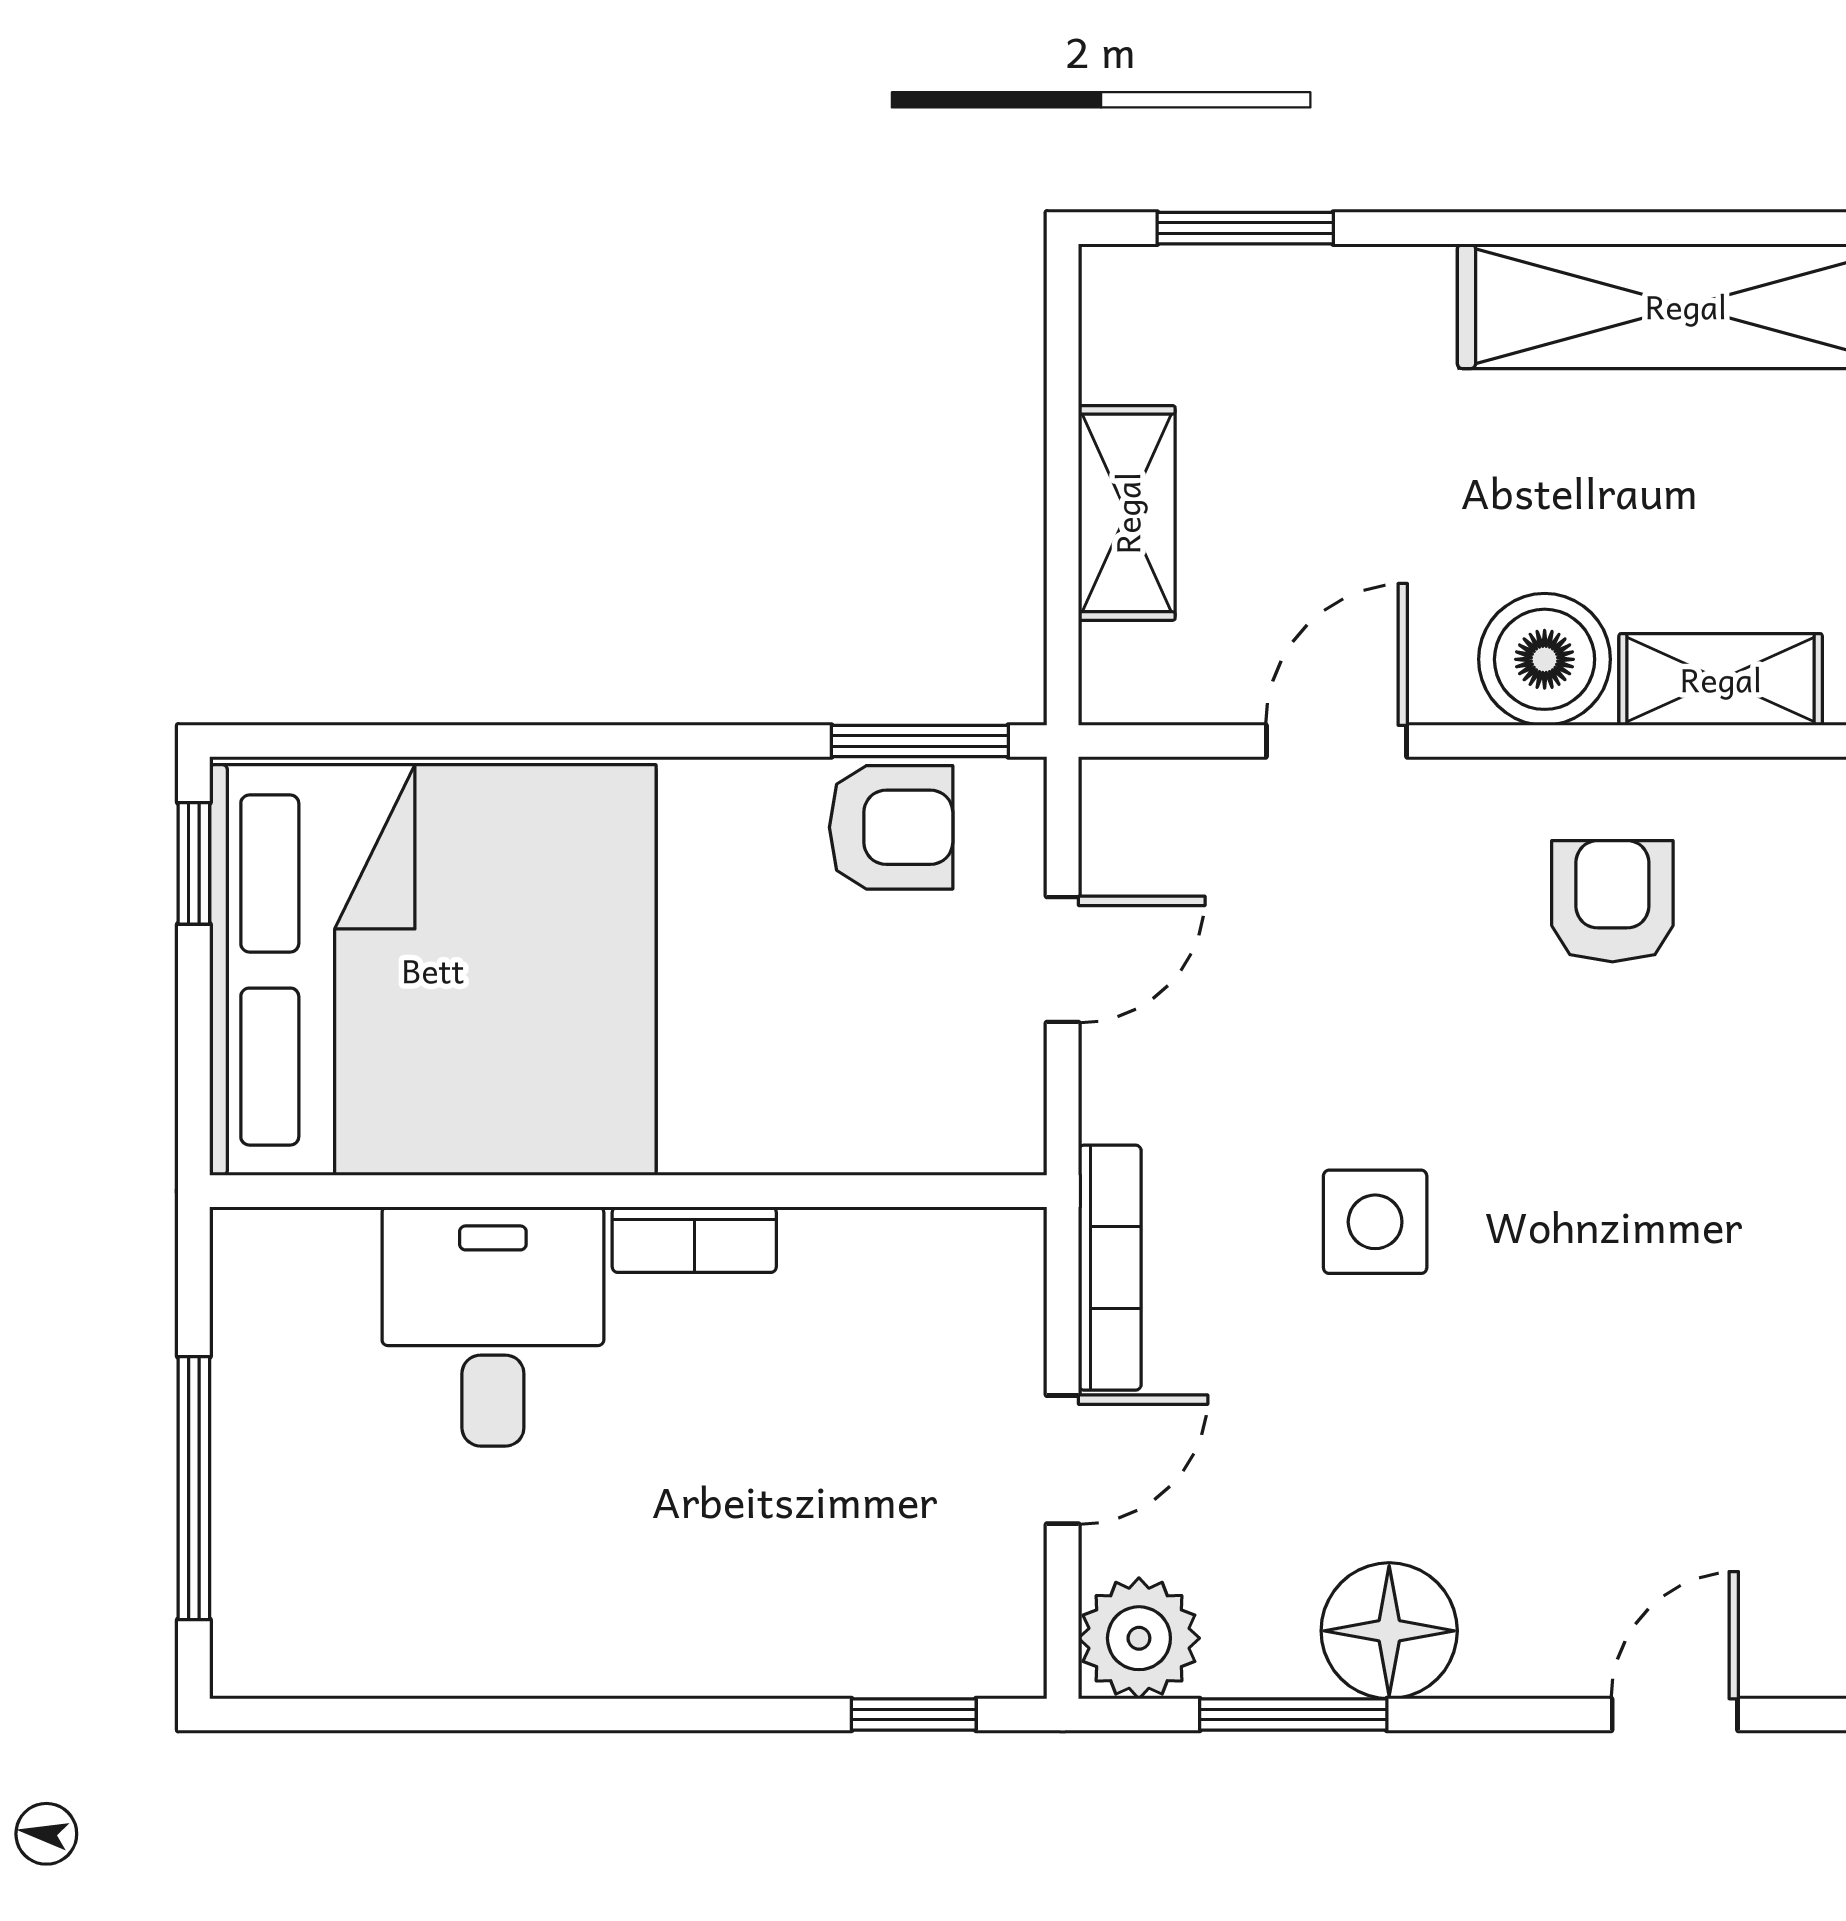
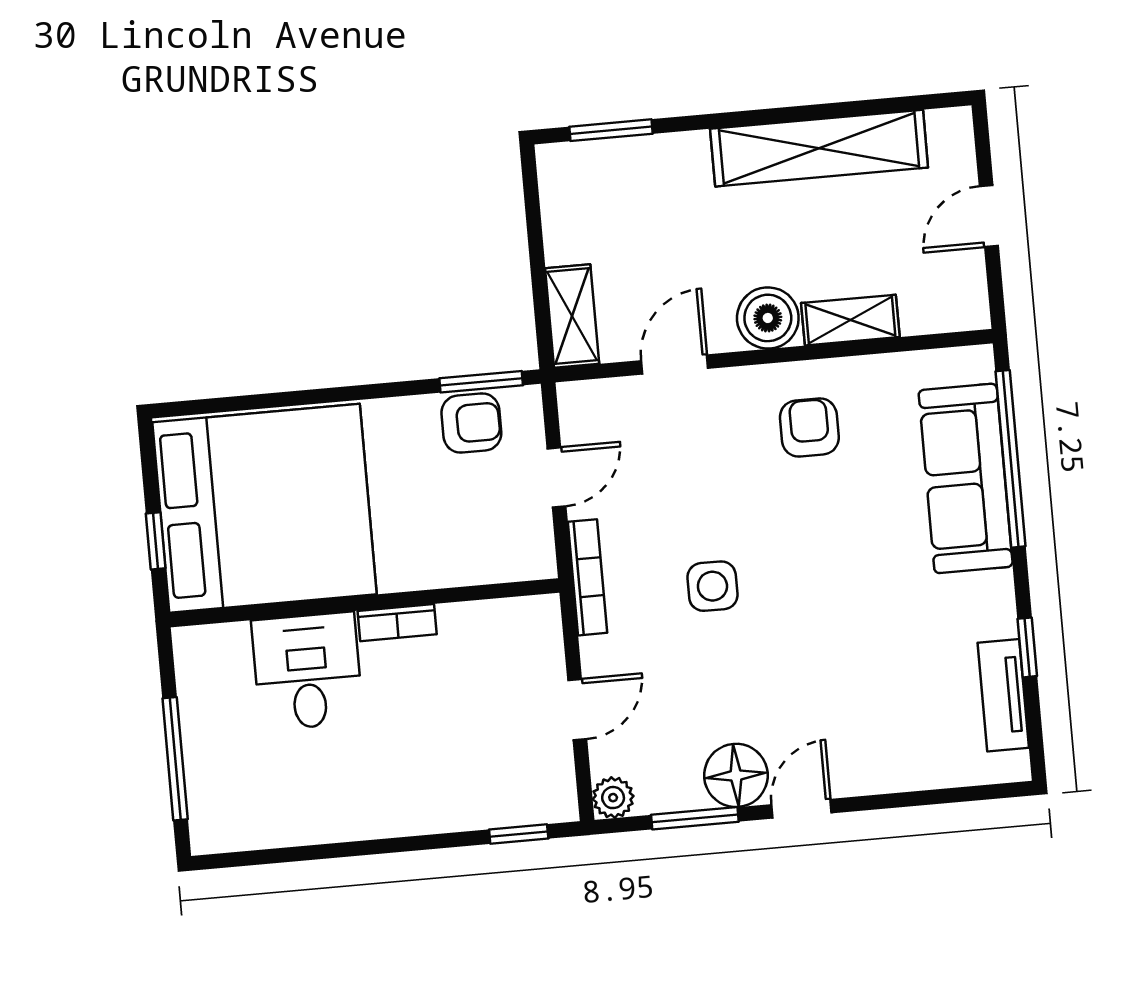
shelving: (1127, 513) -> (572, 316), moved
window: (194, 863) -> (156, 541), moved
bookcase: (1110, 1268) -> (587, 577), moved
plant: (1139, 1638) -> (613, 798), width x0.73, depth x0.73
door: (1675, 1715) -> (801, 809), moved

